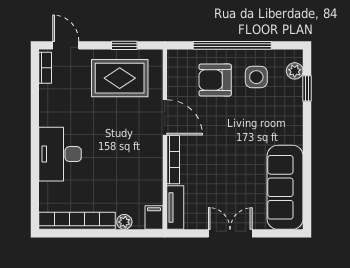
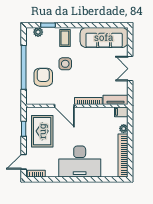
side table: (256, 77) -> (65, 64), moved
armchair: (215, 80) -> (43, 77), turned 180
door: (165, 117) -> (64, 106), swing flipped
coffee table: (284, 118) -> (65, 38), added
desk: (60, 154) -> (80, 161), width x1.36, depth x1.30

